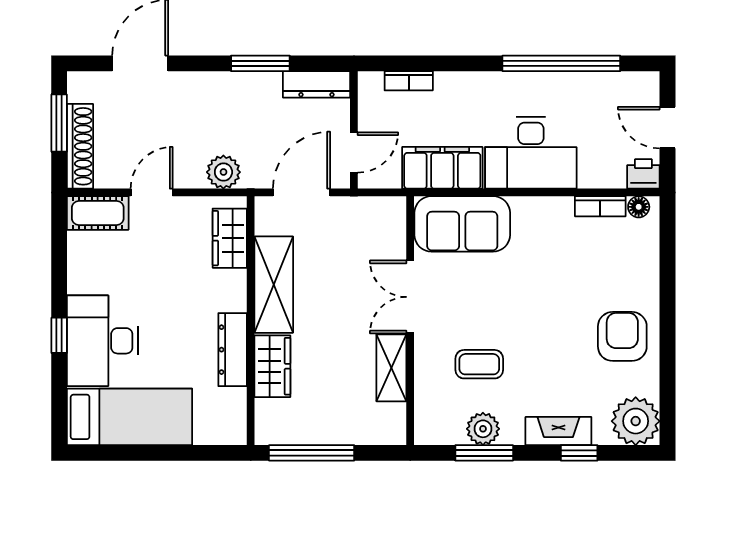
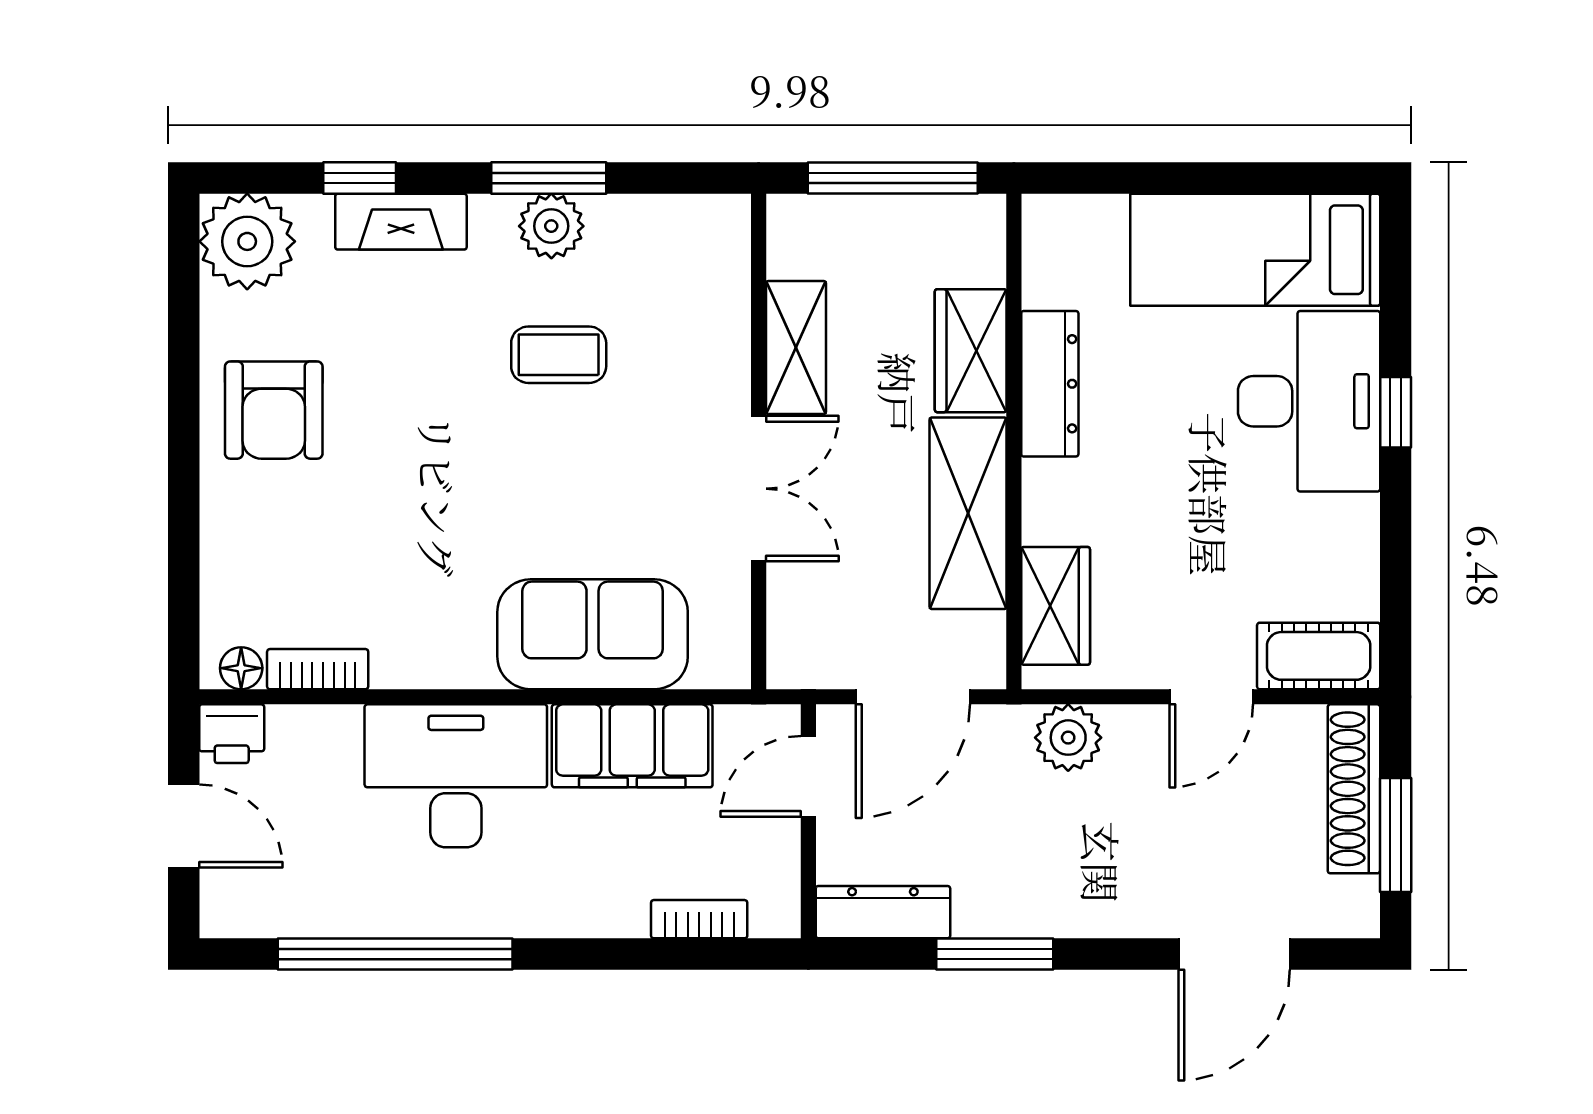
double door: (410, 297) -> (759, 489), moved
wall: (410, 321) -> (759, 441), moved
shelving: (391, 368) -> (796, 348), moved

